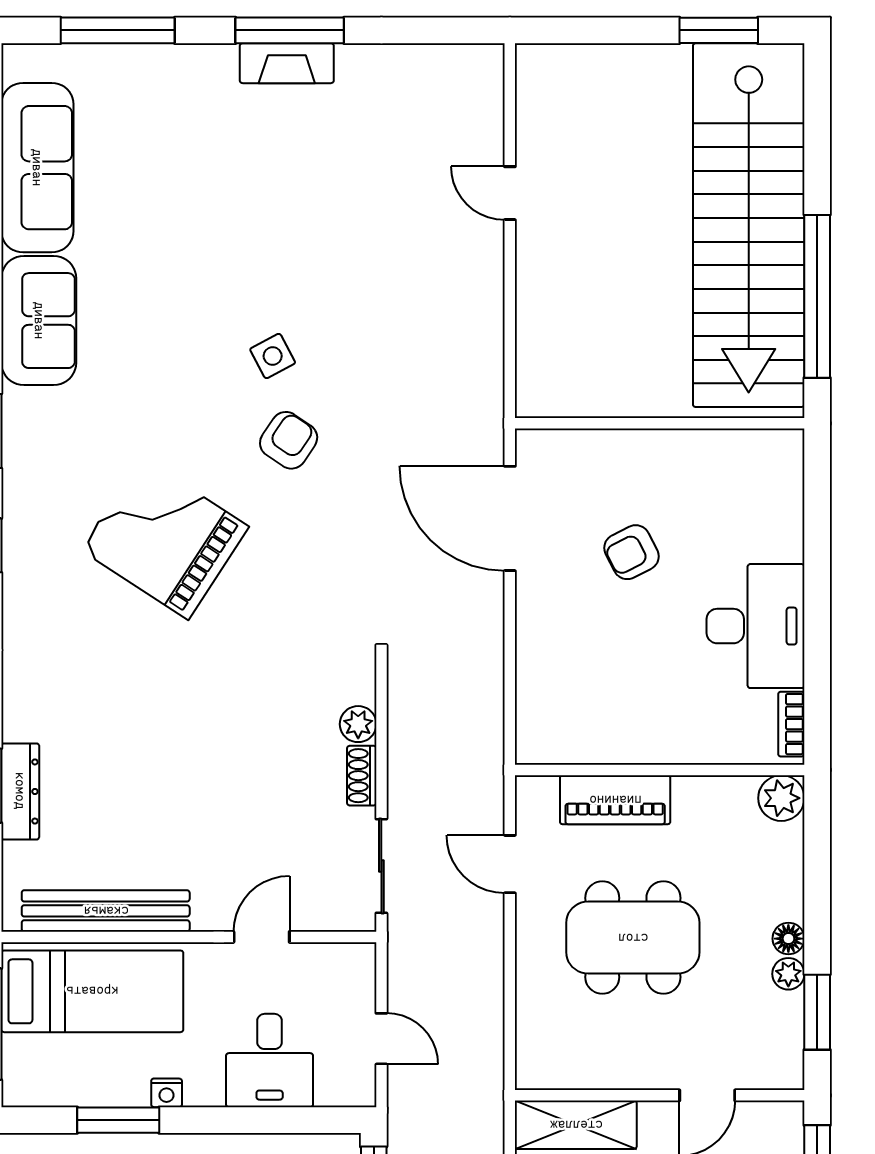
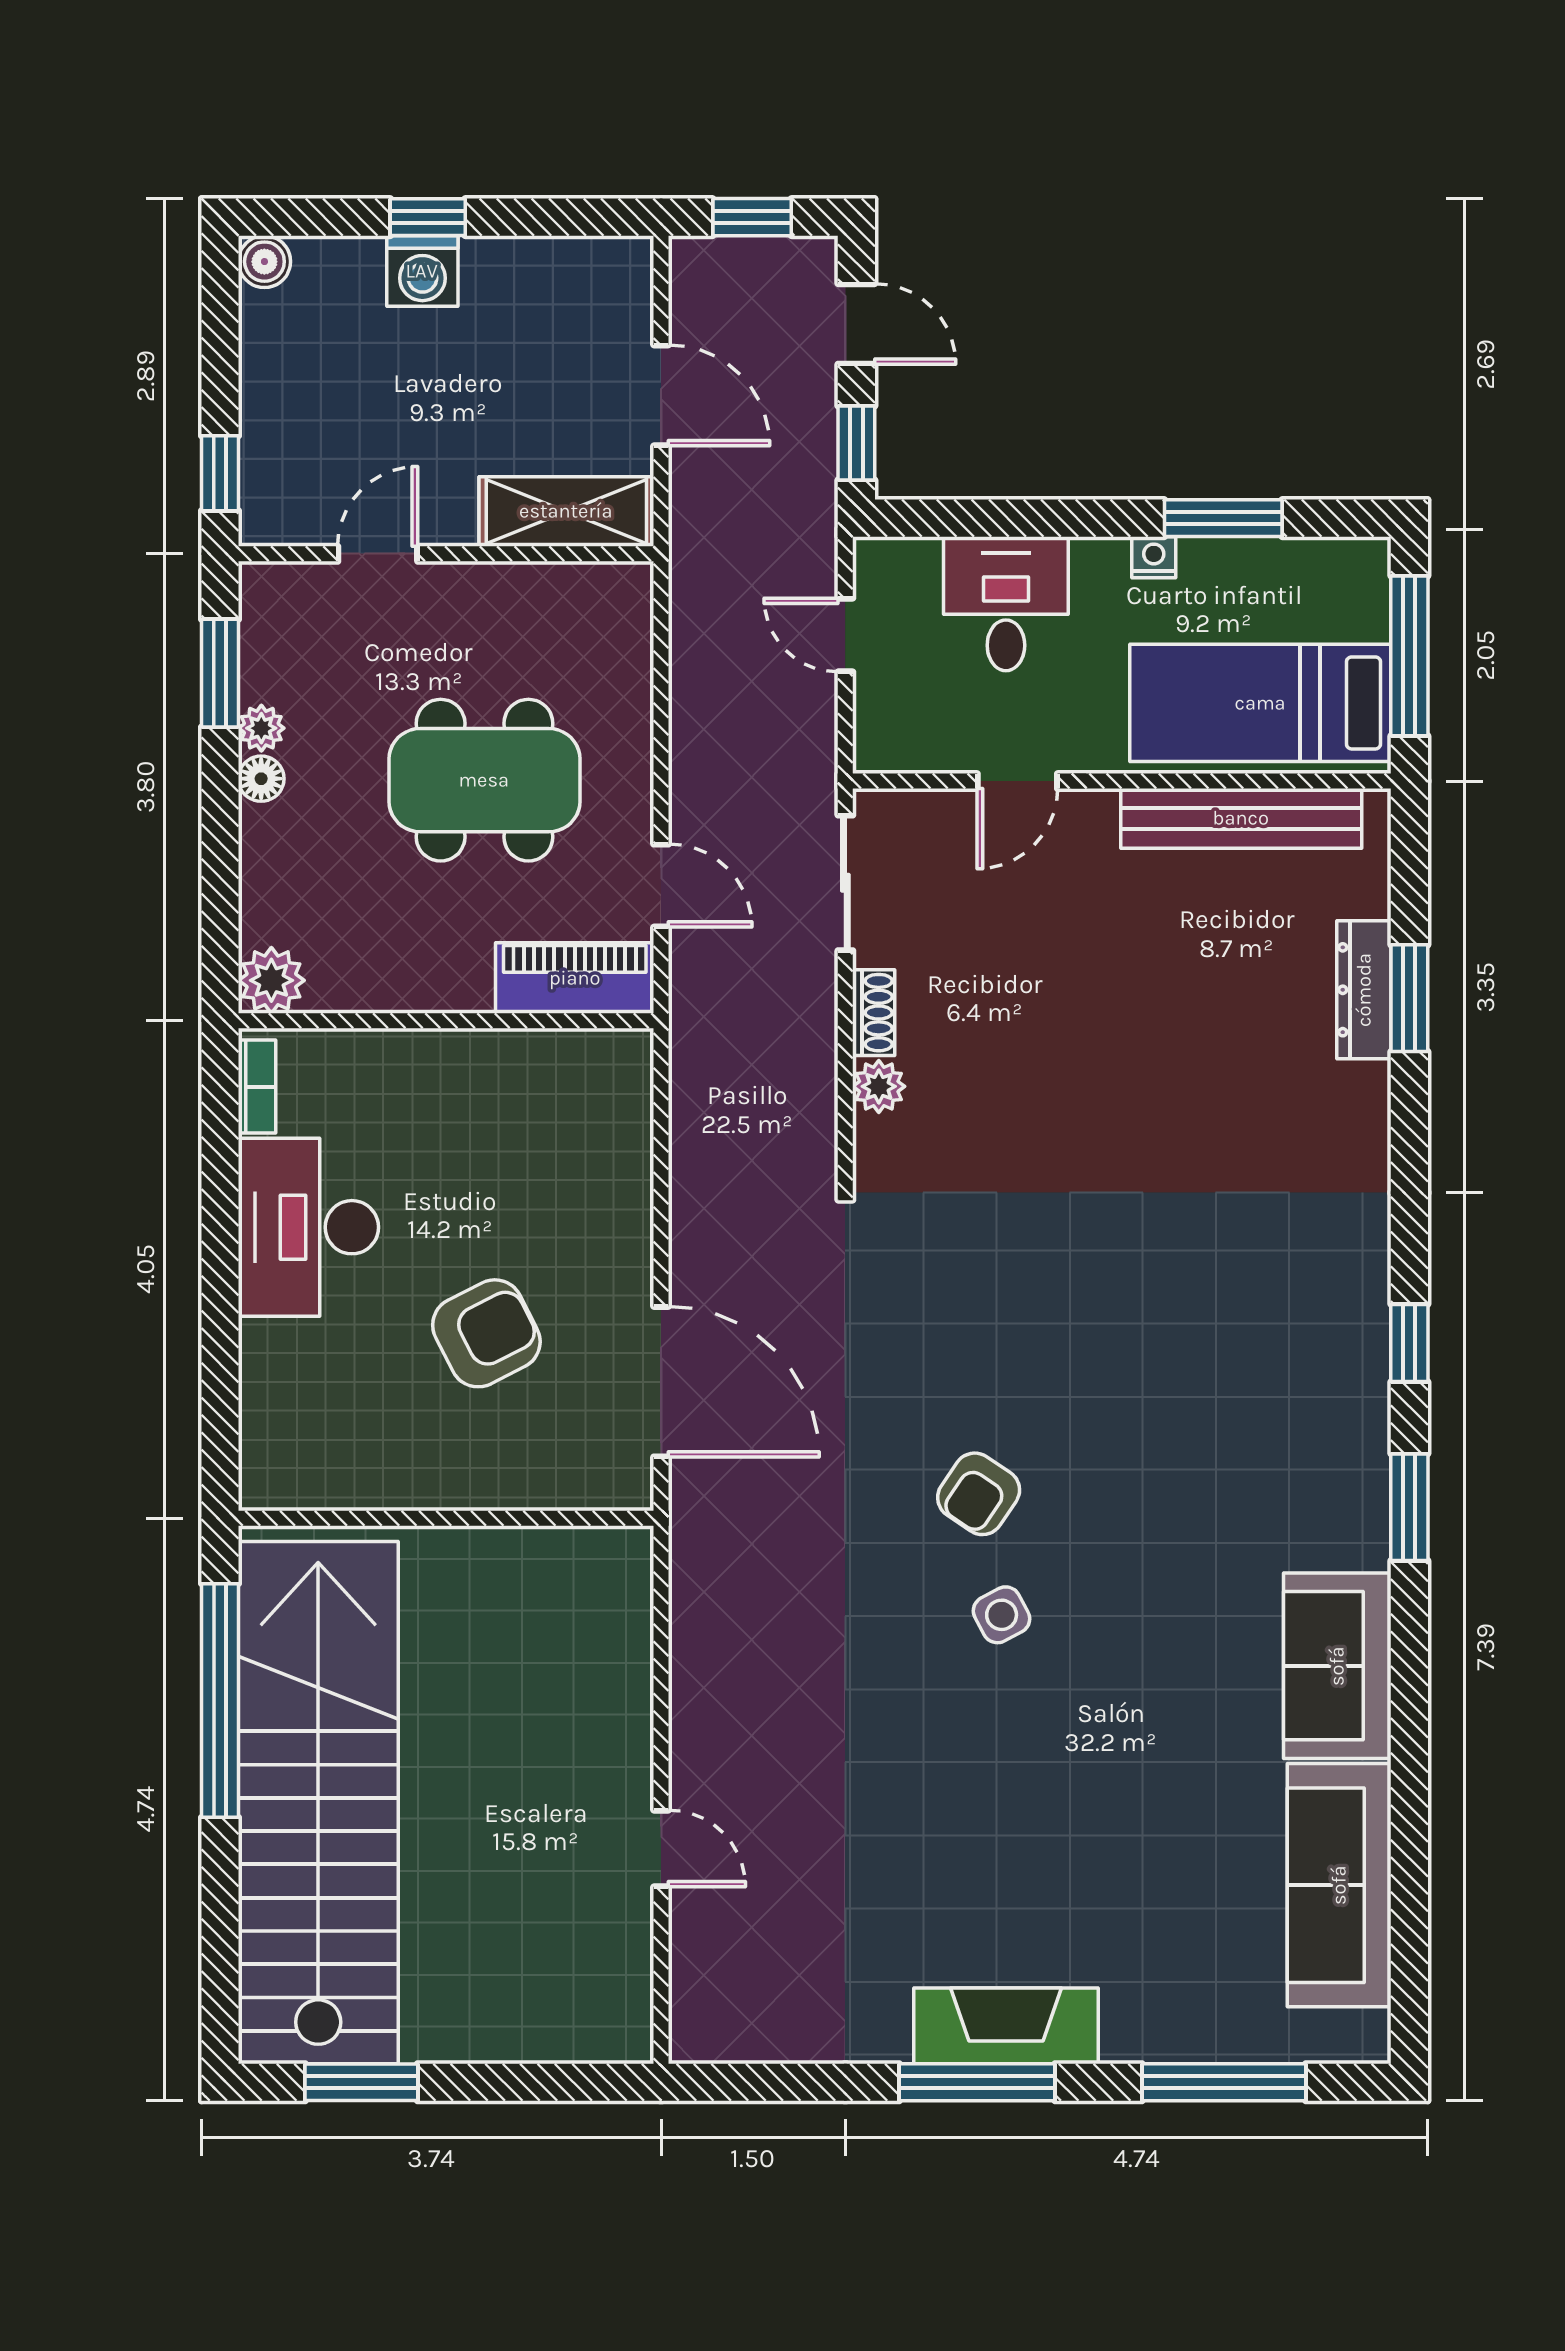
fireplace: (287, 63) -> (1006, 2026), width x1.37, depth x1.32
grand piano: (165, 538) -> (1156, 1353), removed
armchair: (631, 552) -> (486, 1333), width x1.38, depth x1.38
piano: (615, 800) -> (575, 978), moved

